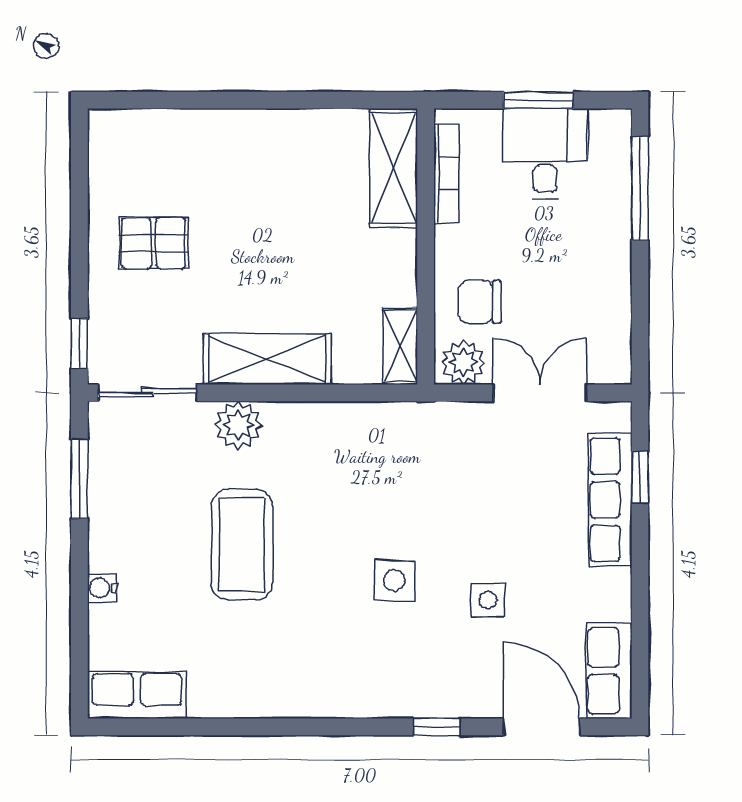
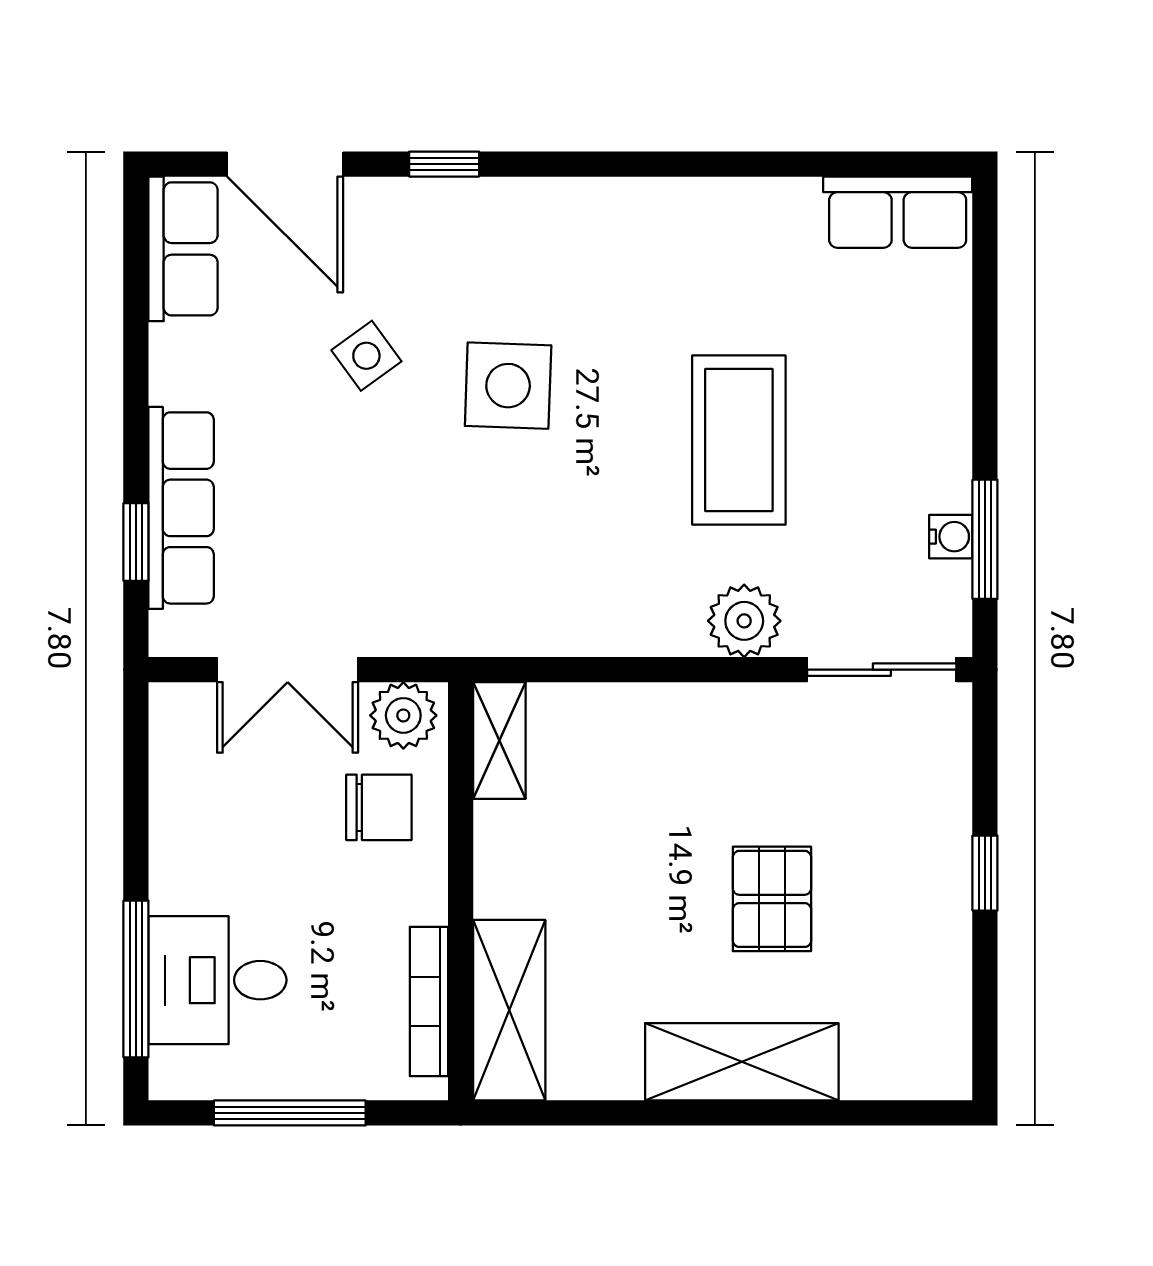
window: (538, 100) -> (290, 1113), width x1.44
desk: (545, 154) -> (217, 980), moved, turned 90
pallet: (154, 243) -> (772, 899), moved, turned 90
window: (79, 343) -> (985, 873), moved
shelving: (267, 359) -> (742, 1062), moved
side table: (394, 580) -> (508, 386), width x1.37, depth x1.37
water cooler: (102, 588) -> (951, 537), moved
side table: (488, 600) -> (366, 356), turned -36

